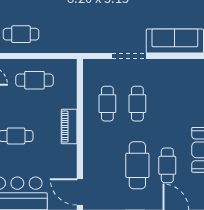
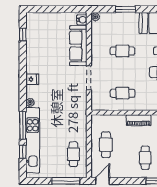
cafe table: (137, 104) -> (122, 51), moved

